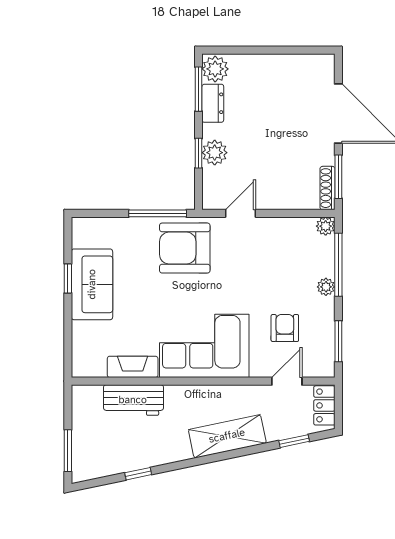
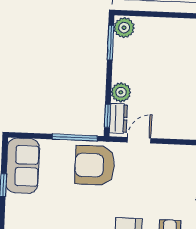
dresser: (213, 103) -> (118, 118), moved
window: (198, 153) -> (107, 116), moved
sofa: (92, 284) -> (23, 166), moved

